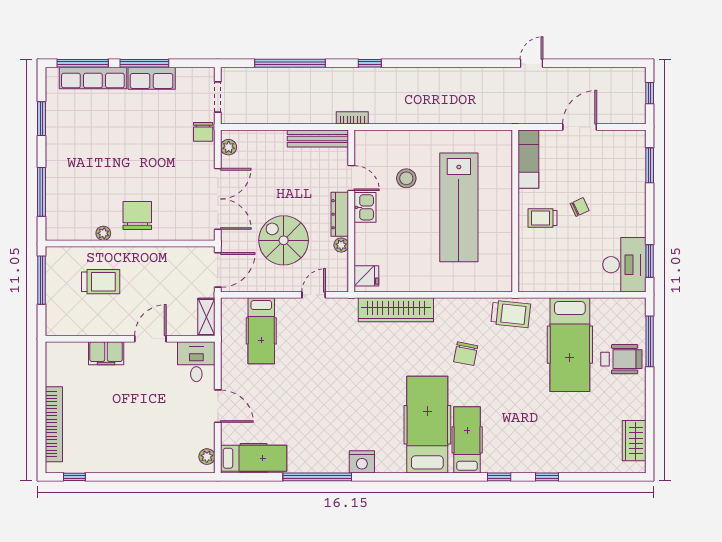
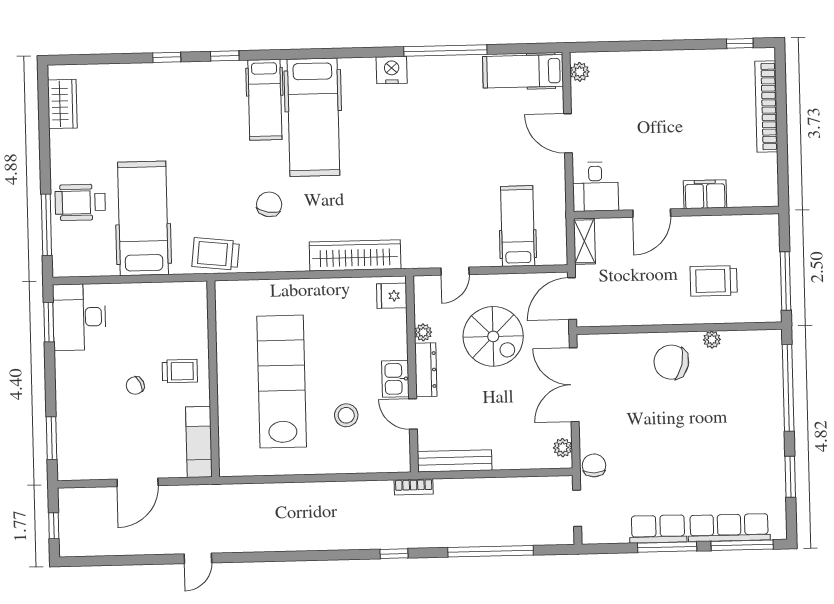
window: (41, 192) -> (788, 388), width x1.46
chair: (137, 216) -> (671, 362), turned 103

